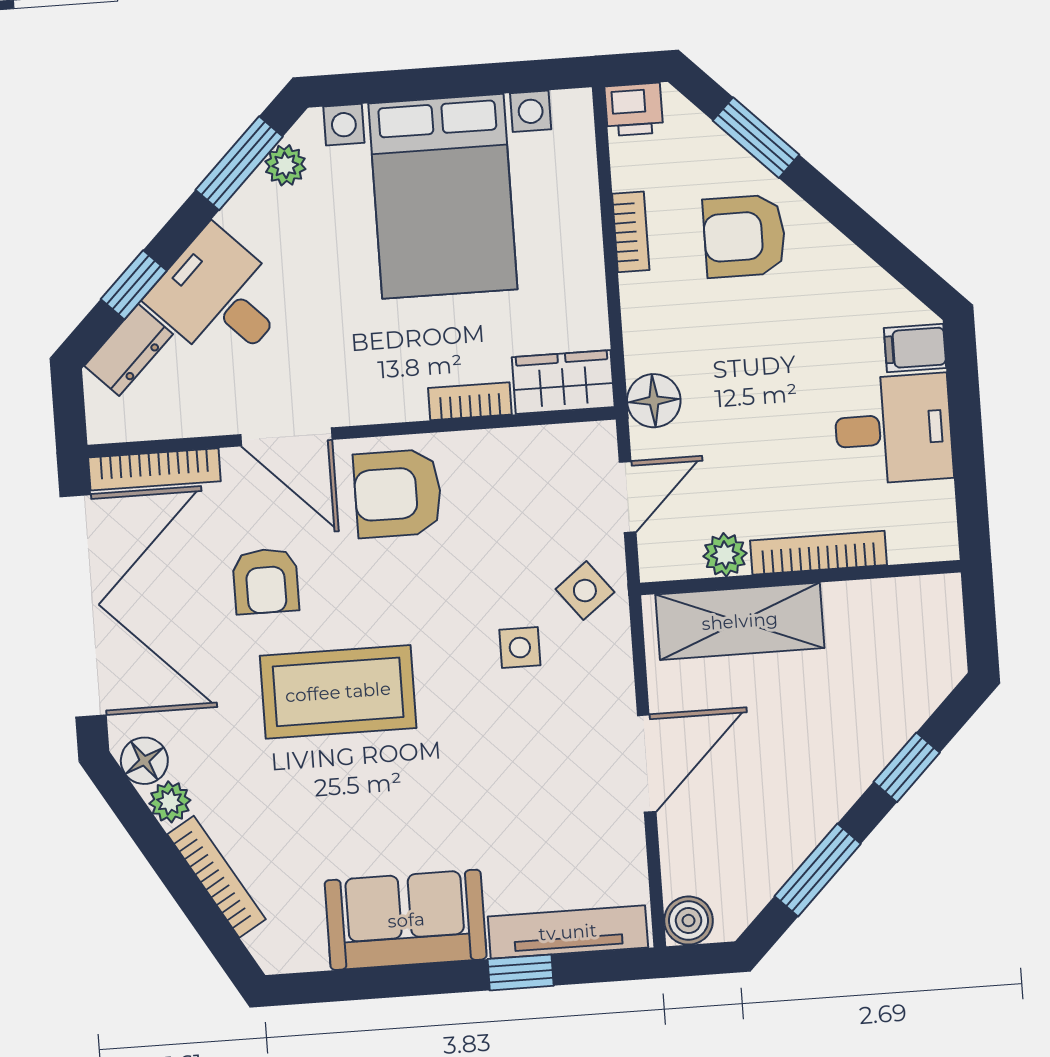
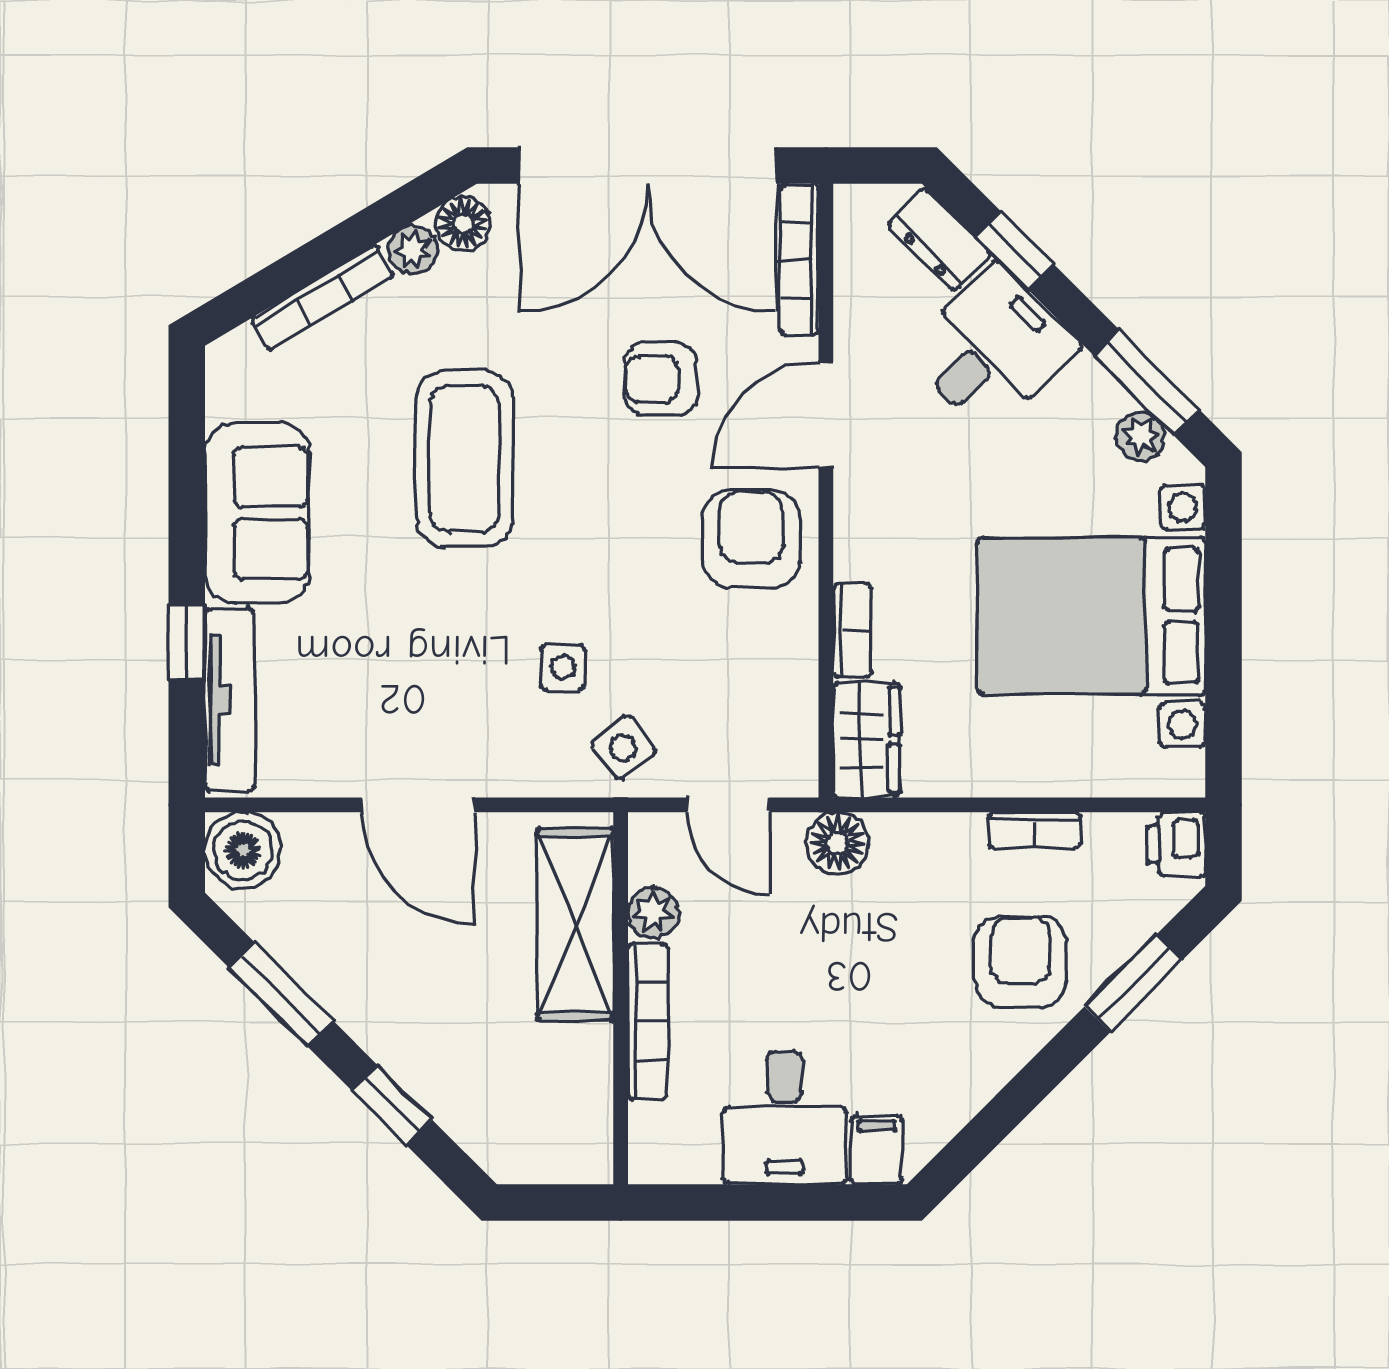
coffee table: (338, 692) -> (464, 459), moved
boiler: (689, 921) -> (243, 850), width x1.36, depth x1.36

